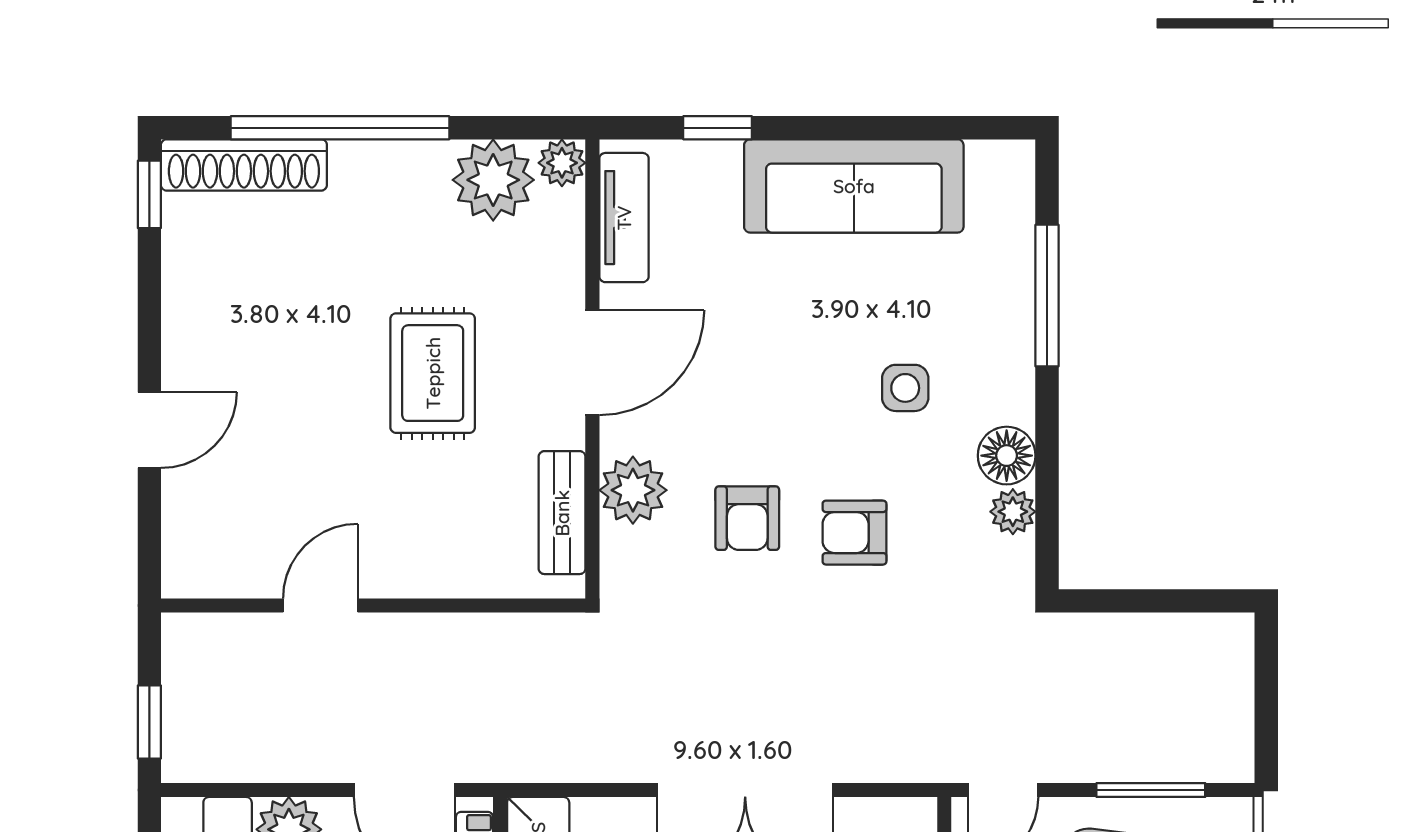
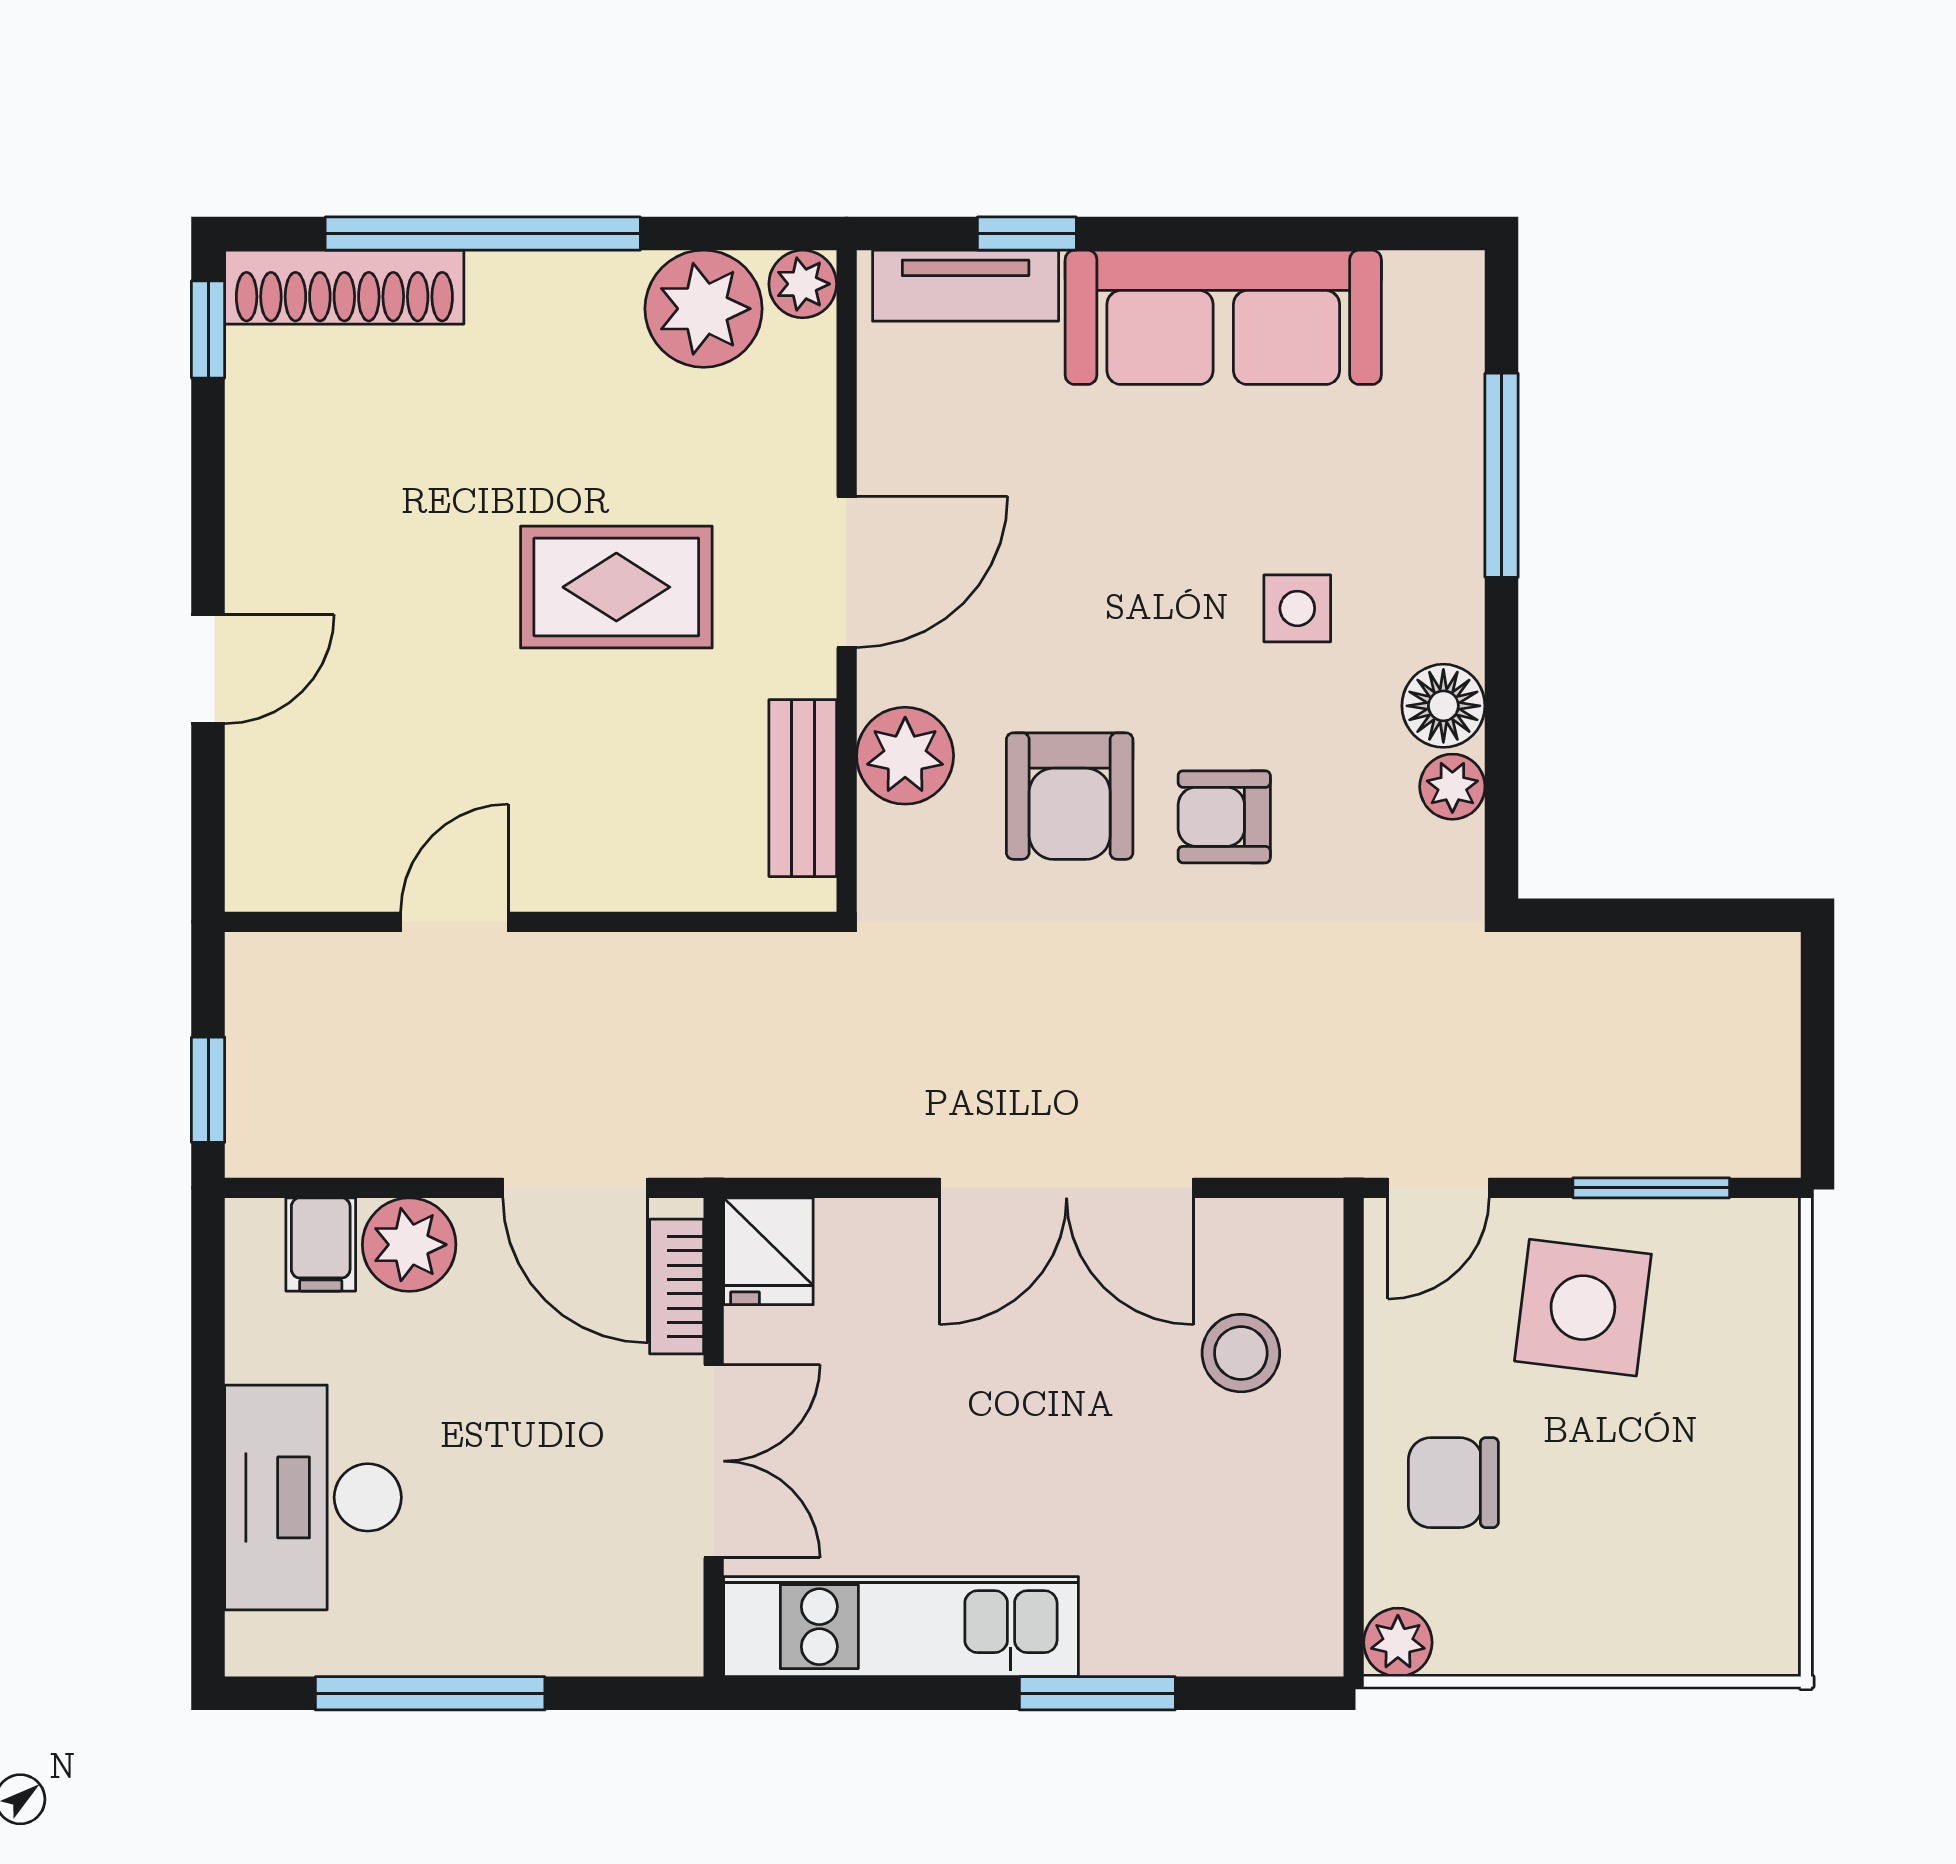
tv unit: (624, 218) -> (966, 286), moved, turned 90
rug: (433, 373) -> (616, 587), turned 90
armchair: (747, 518) -> (1070, 796), width x1.38, depth x1.38

